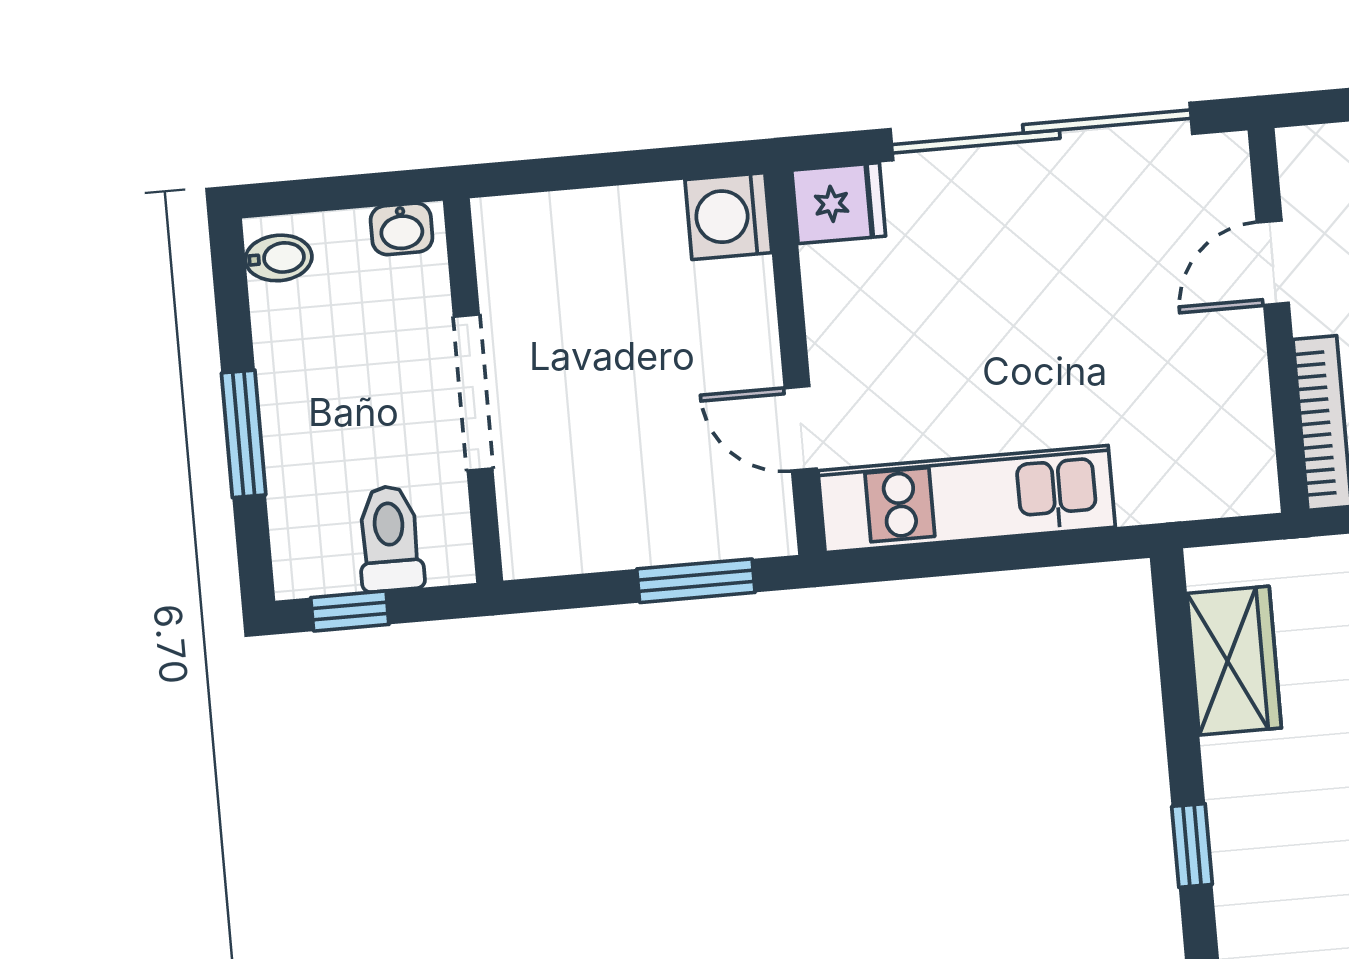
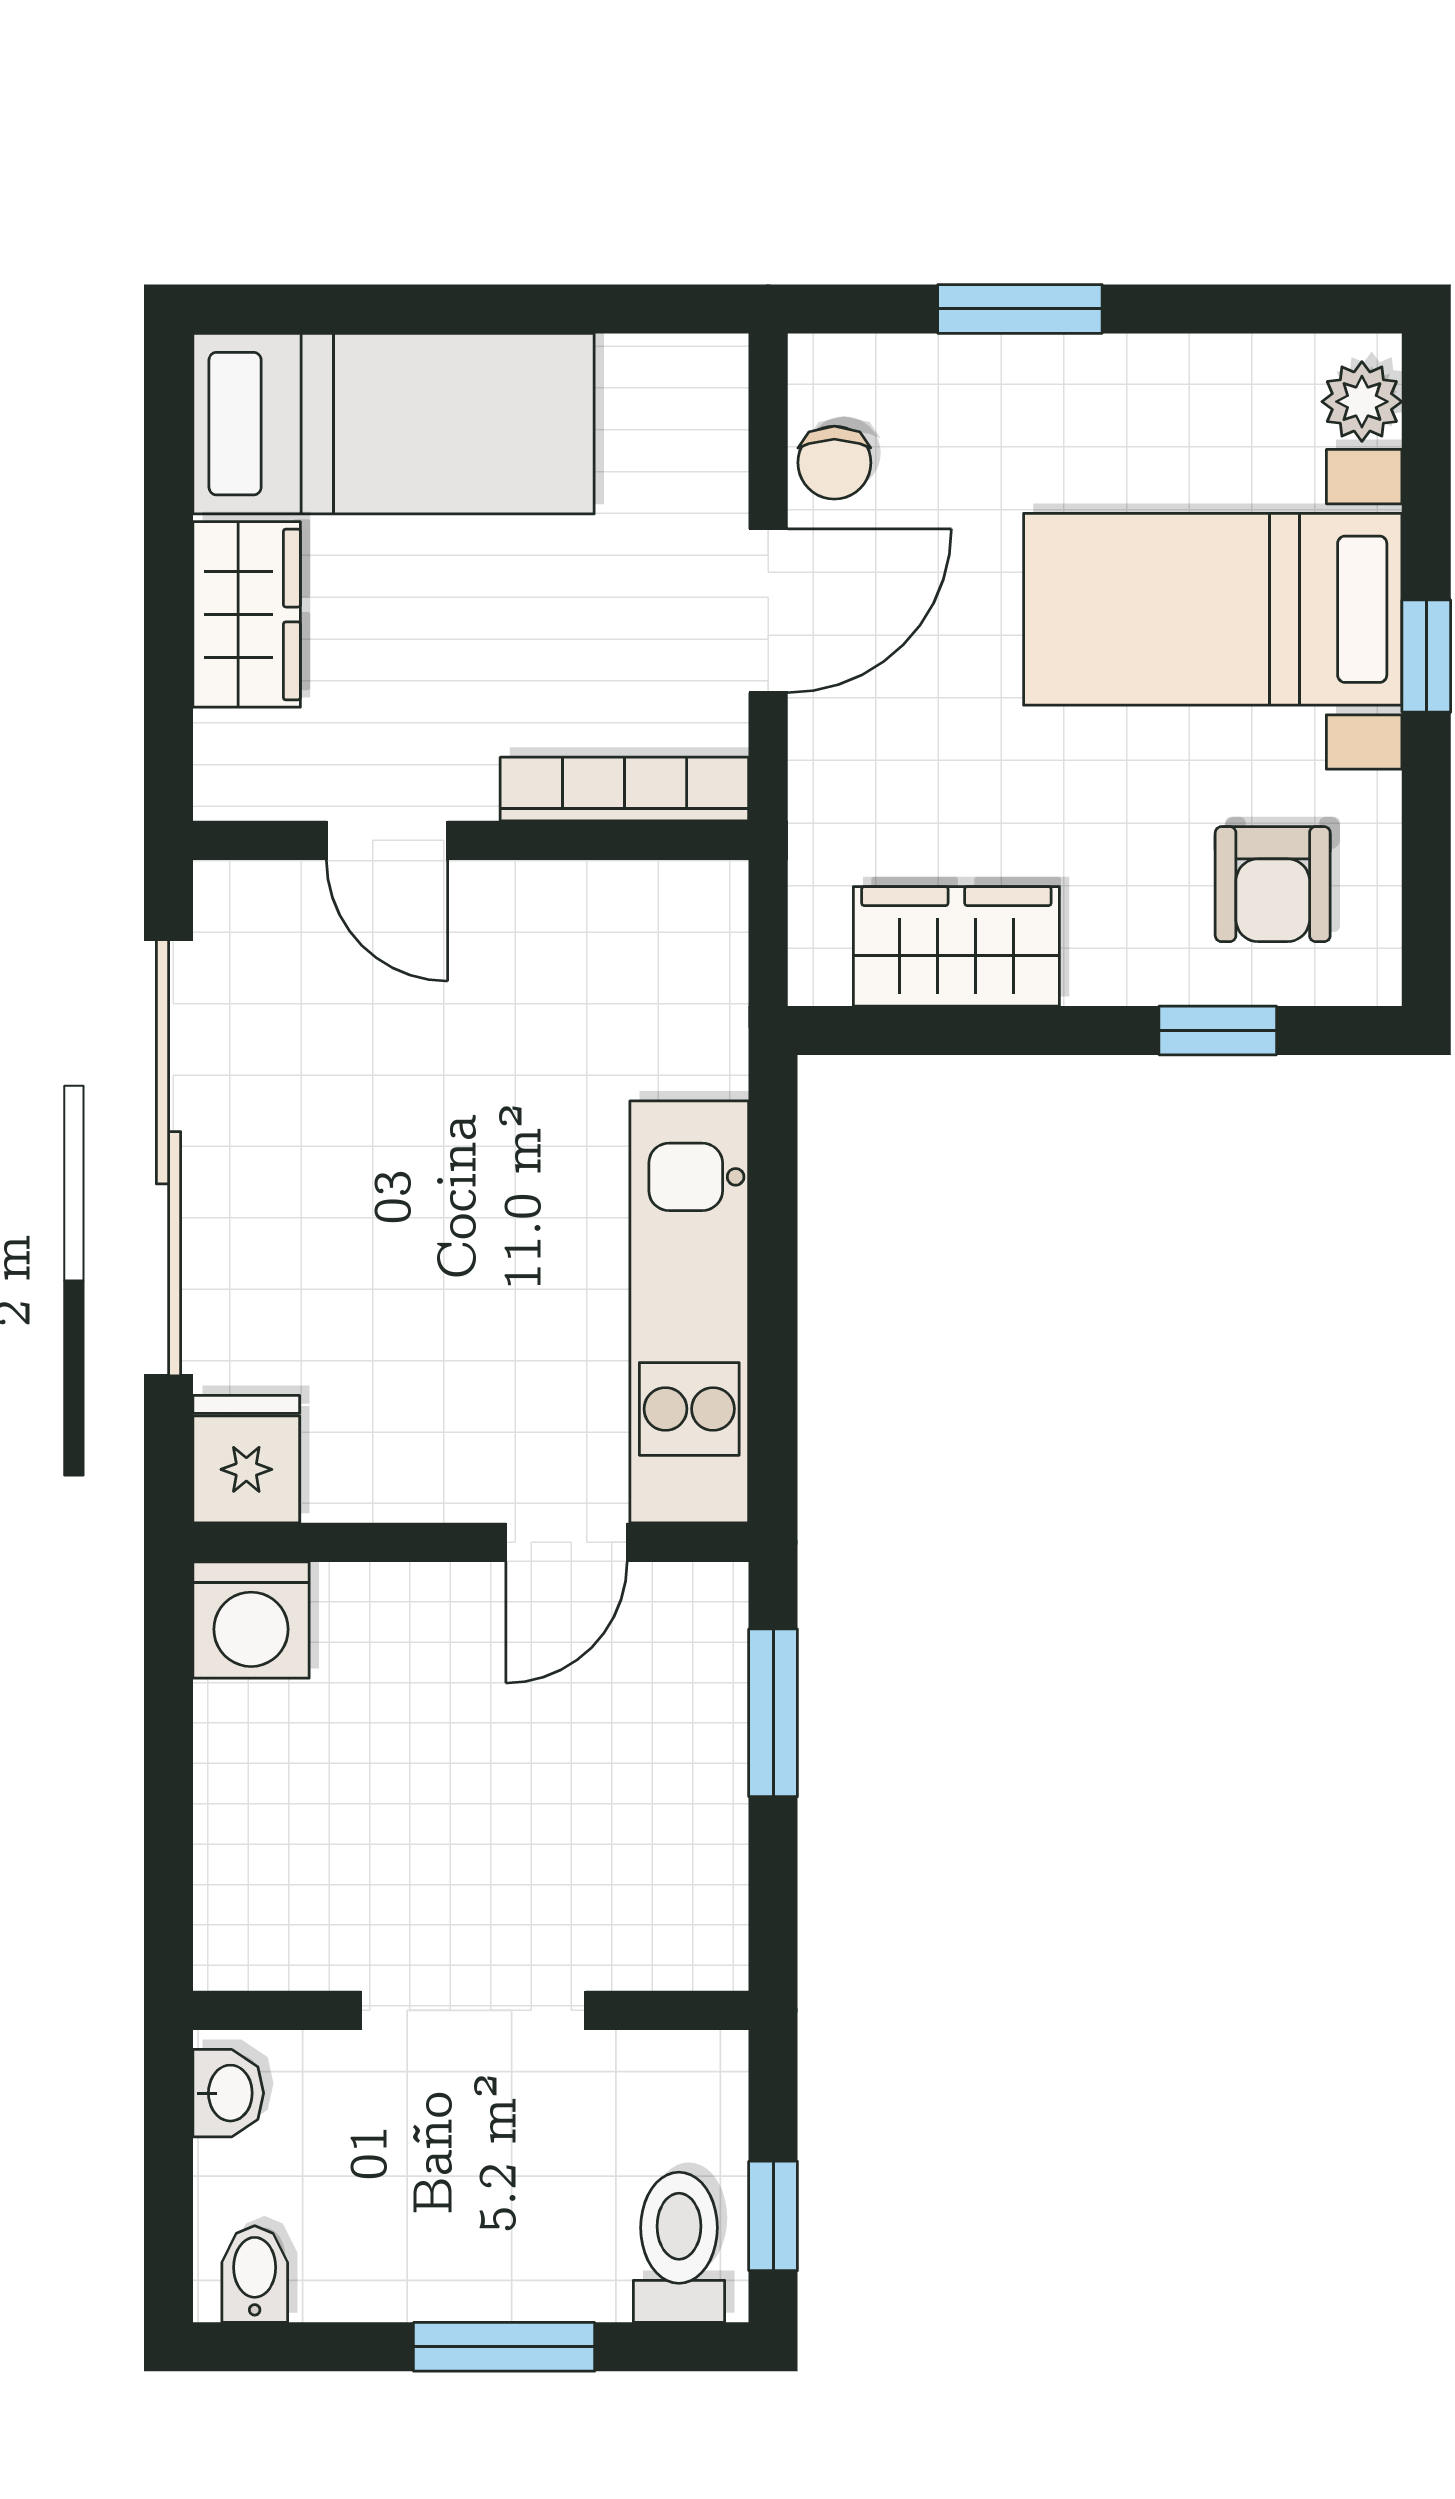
toilet: (390, 539) -> (679, 2247), moved, turned 90
armchair: (1296, 875) -> (1273, 884), added

